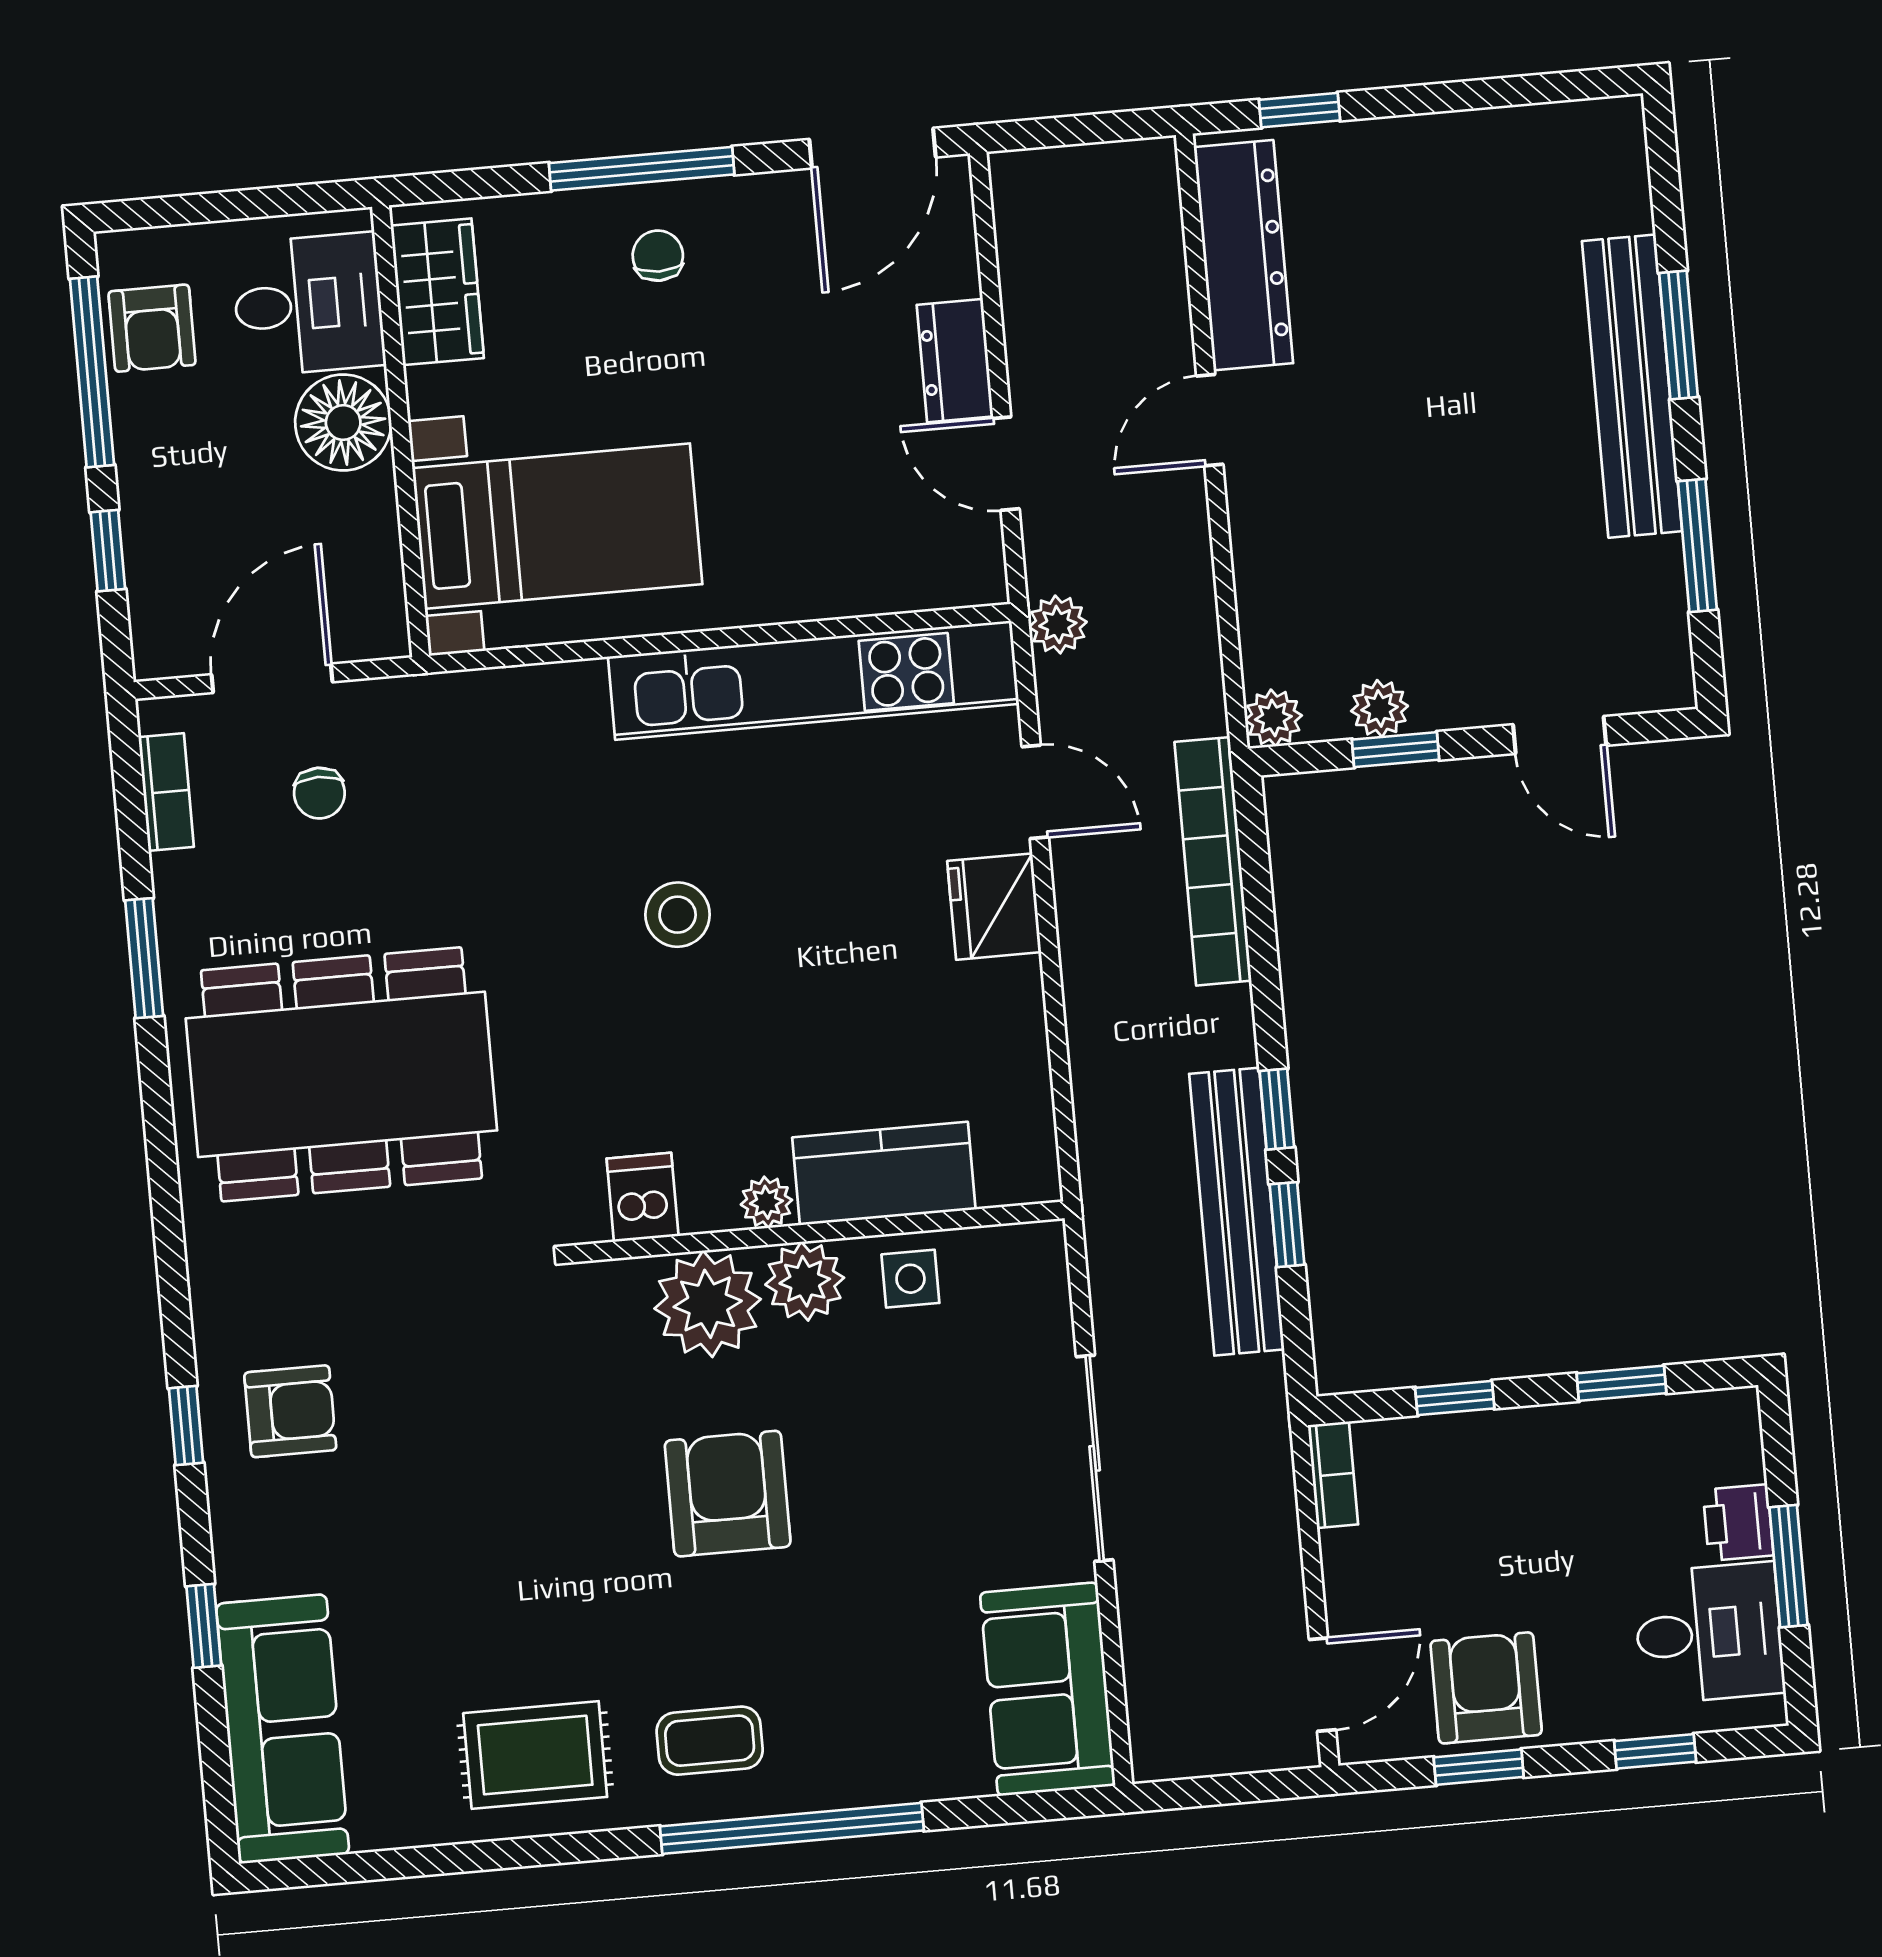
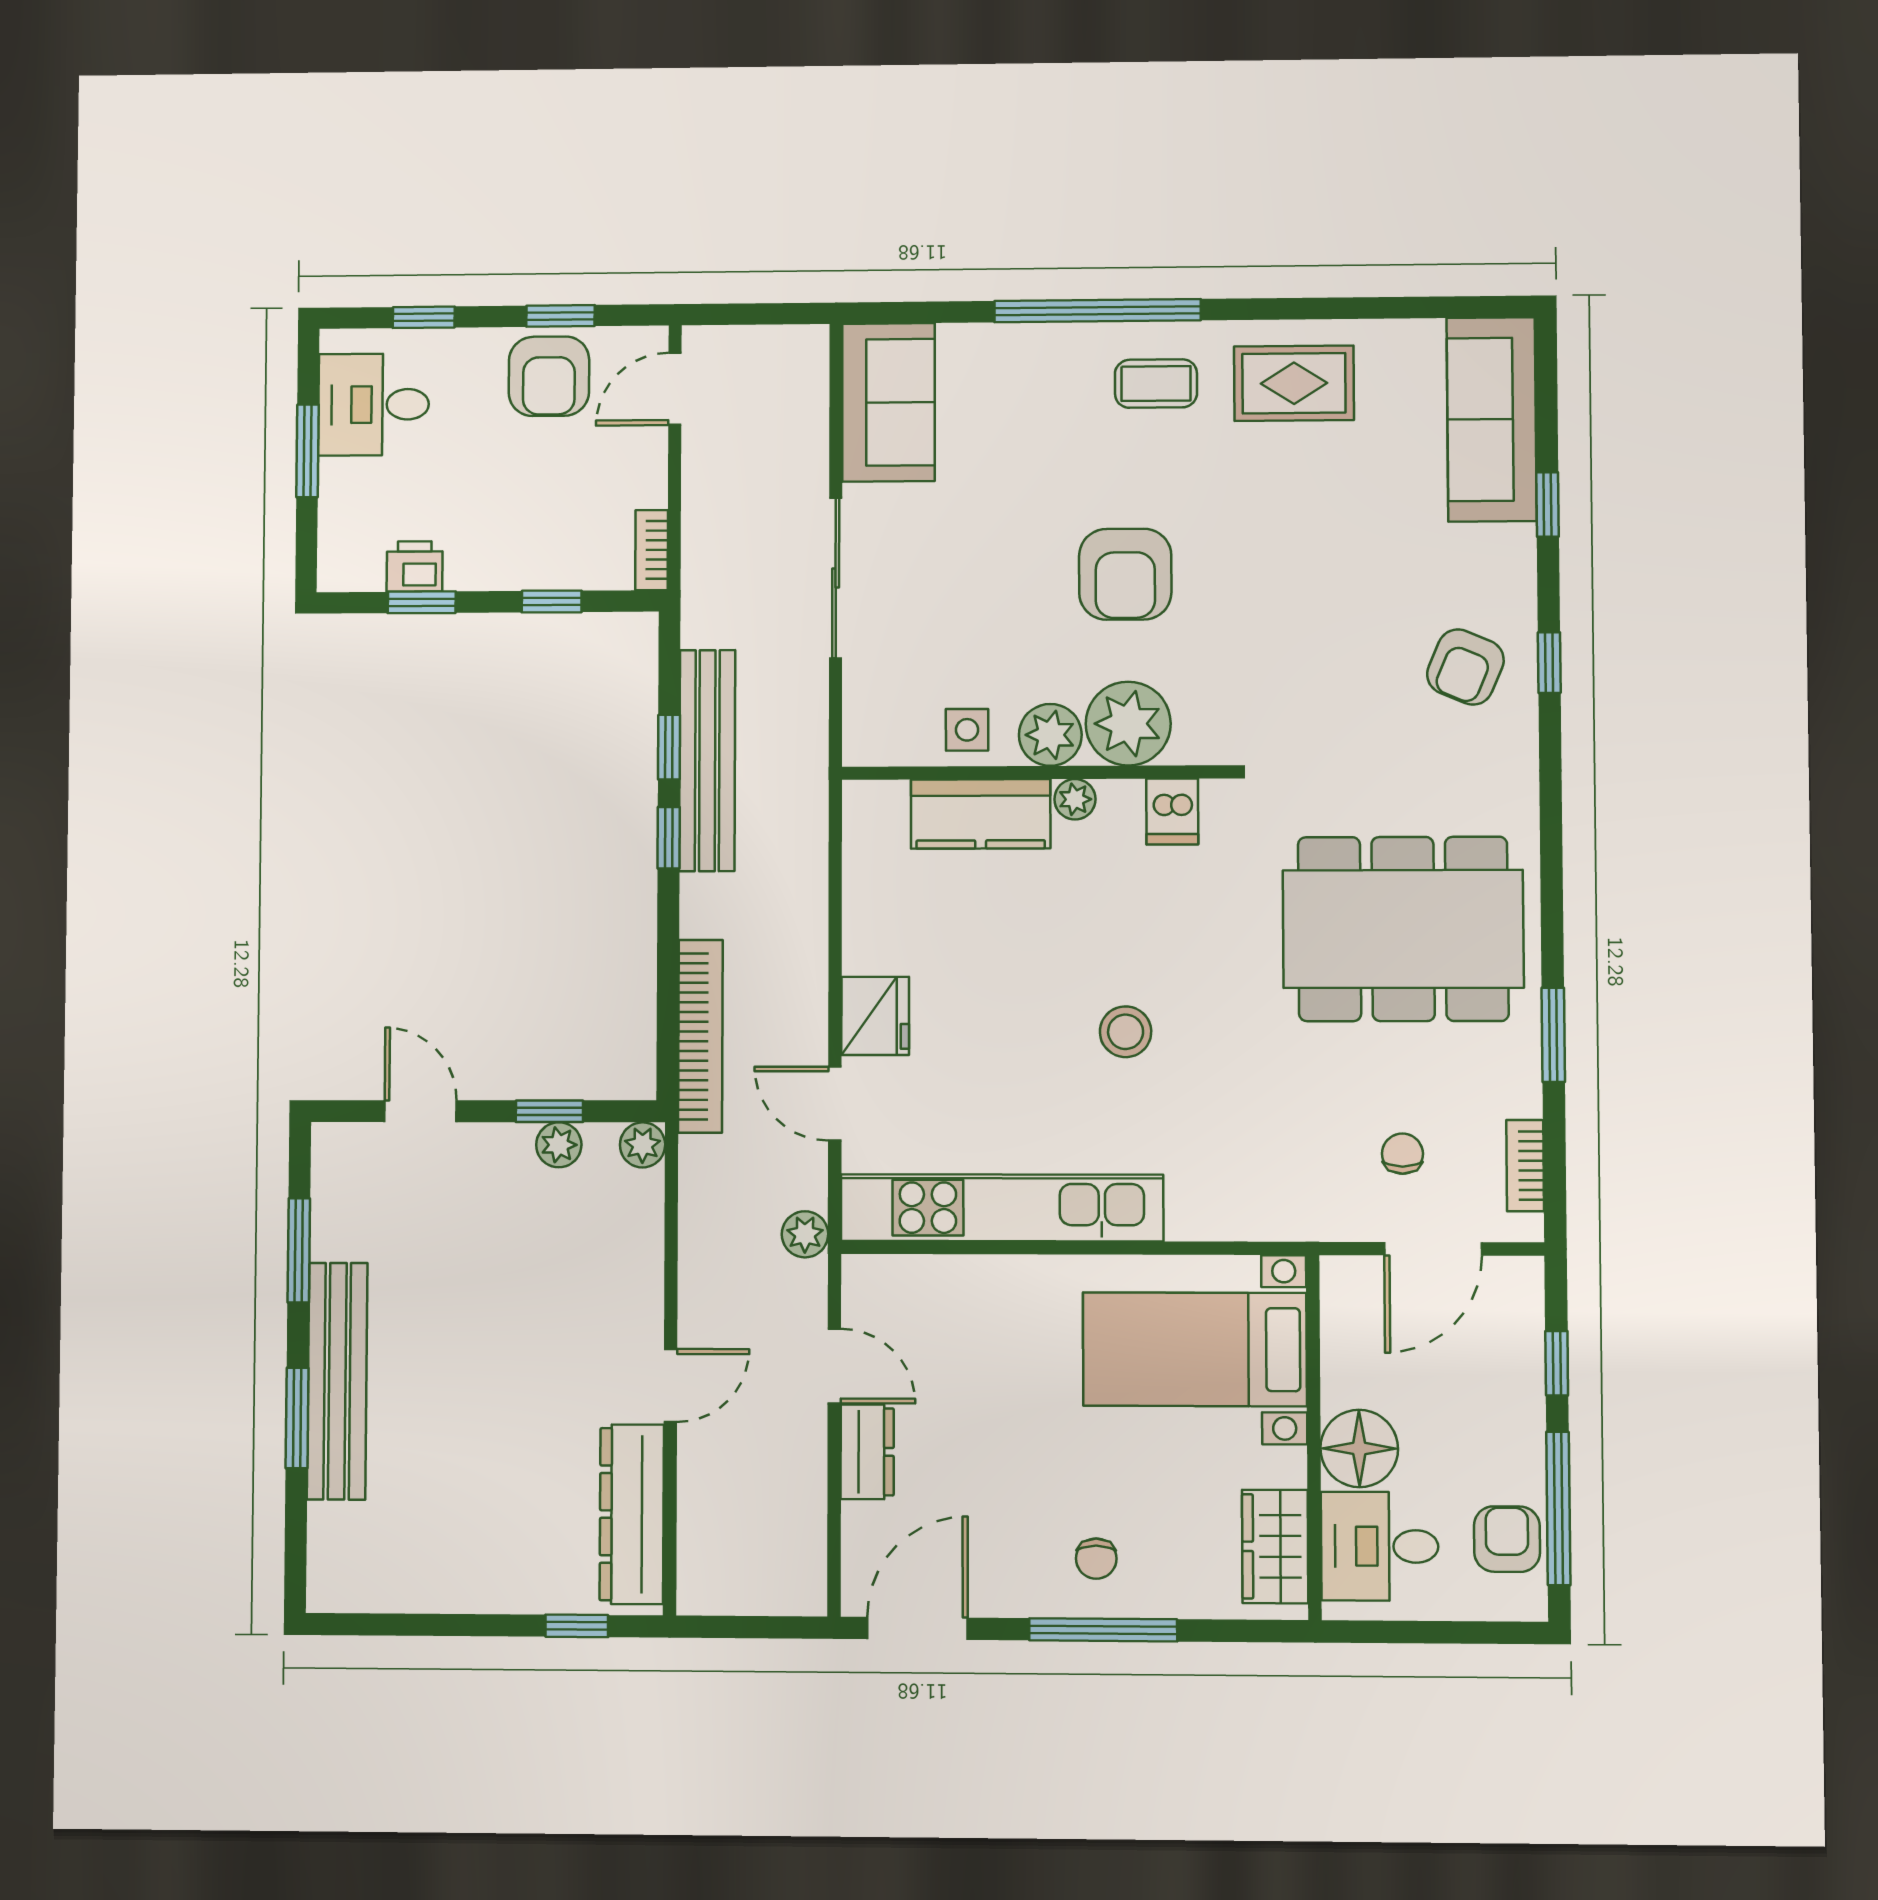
armchair: (290, 1411) -> (1465, 667), turned -67
printer: (1738, 1523) -> (415, 566), moved, turned -90

